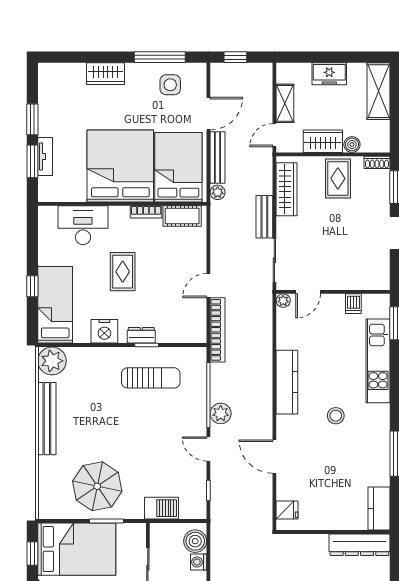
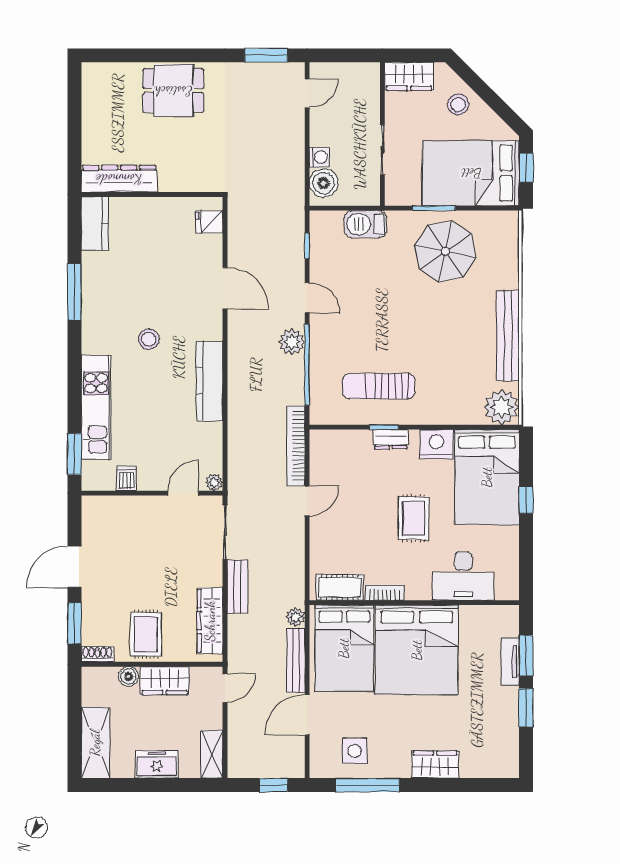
shelving: (285, 103) -> (212, 754), moved
bed: (55, 305) -> (487, 477), width x1.50

